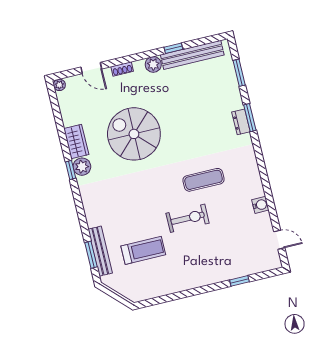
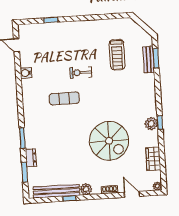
dresser: (241, 122) -> (31, 158), moved
wardrobe: (76, 142) -> (153, 159), moved
exercise bike: (188, 218) -> (81, 72), width x0.73, depth x0.72
treadmill: (143, 250) -> (117, 55), turned -90
bench: (100, 251) -> (149, 60), width x0.73

